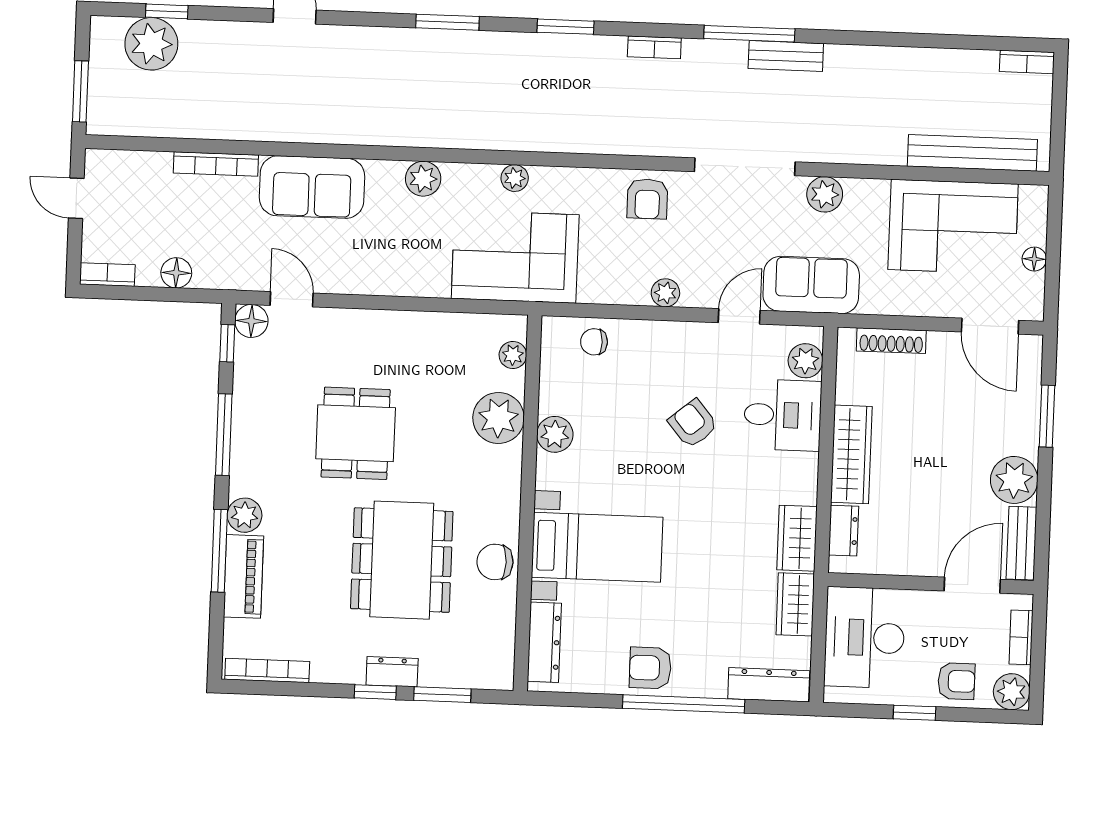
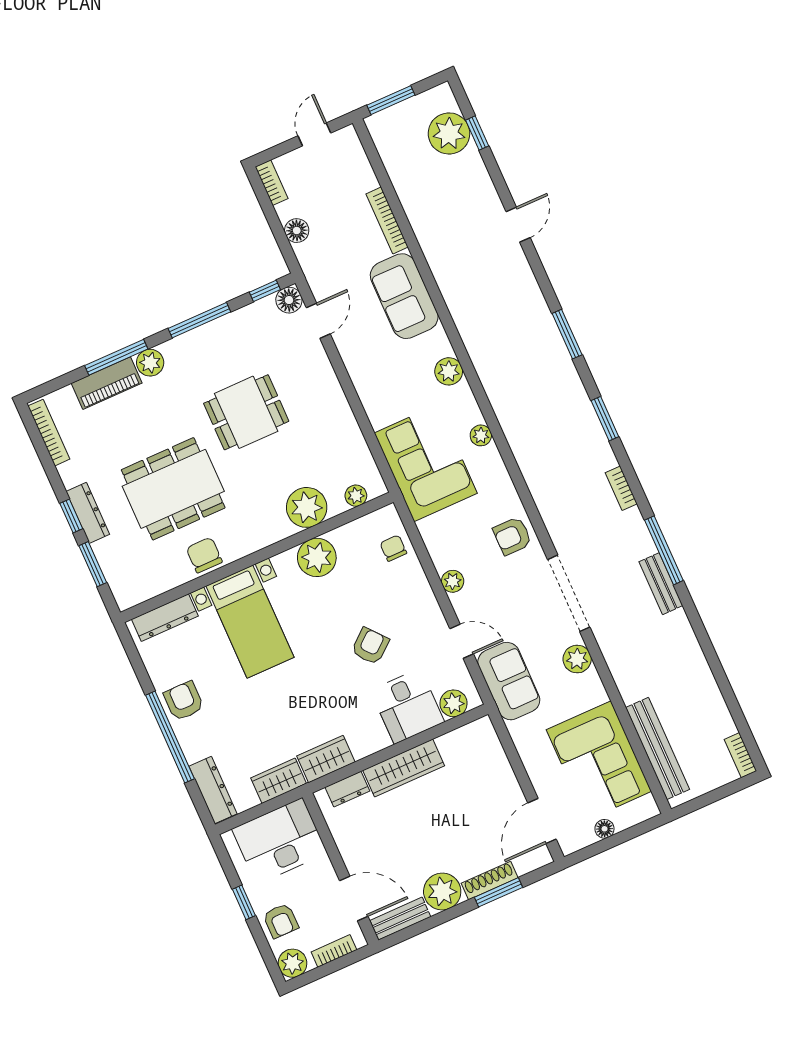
shoe rack: (891, 341) -> (490, 881), moved, turned 90
plant: (555, 434) -> (317, 557), width x1.36, depth x1.36
dresser: (392, 672) -> (88, 513), width x1.44

